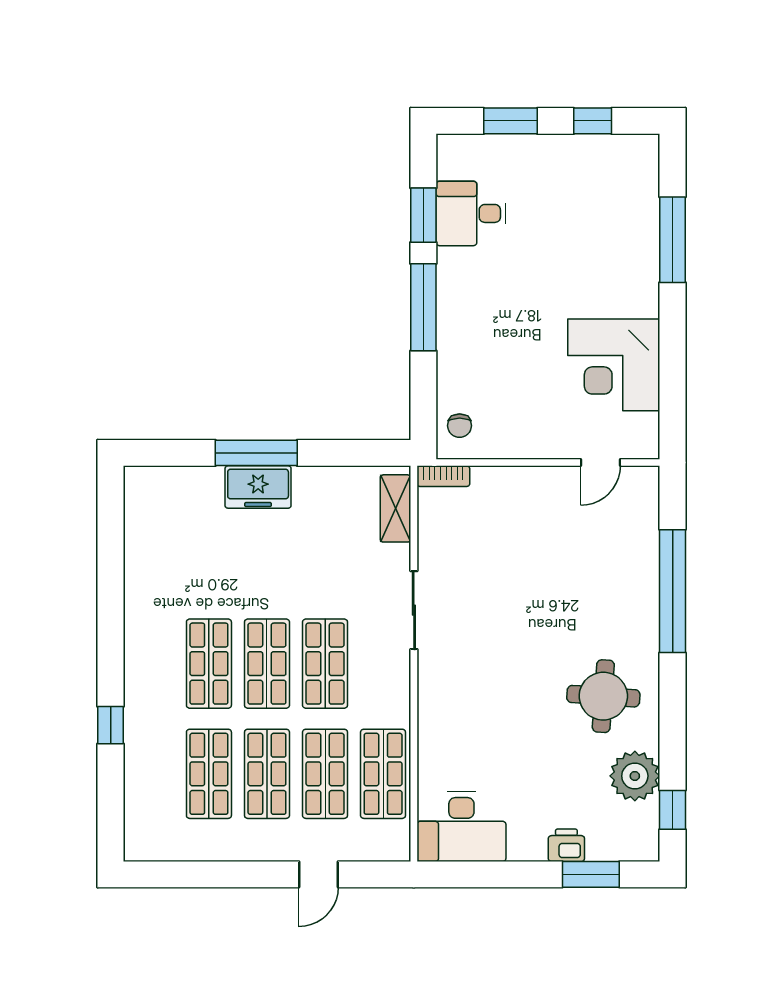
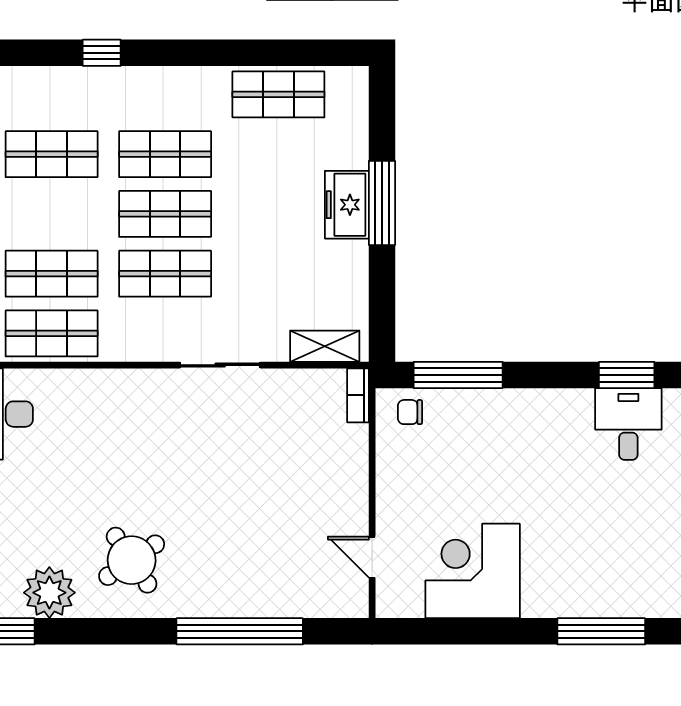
window: (423, 307) -> (458, 375), moved
round table: (603, 696) -> (132, 560), turned -38
shop shelf: (267, 774) -> (278, 94), moved

